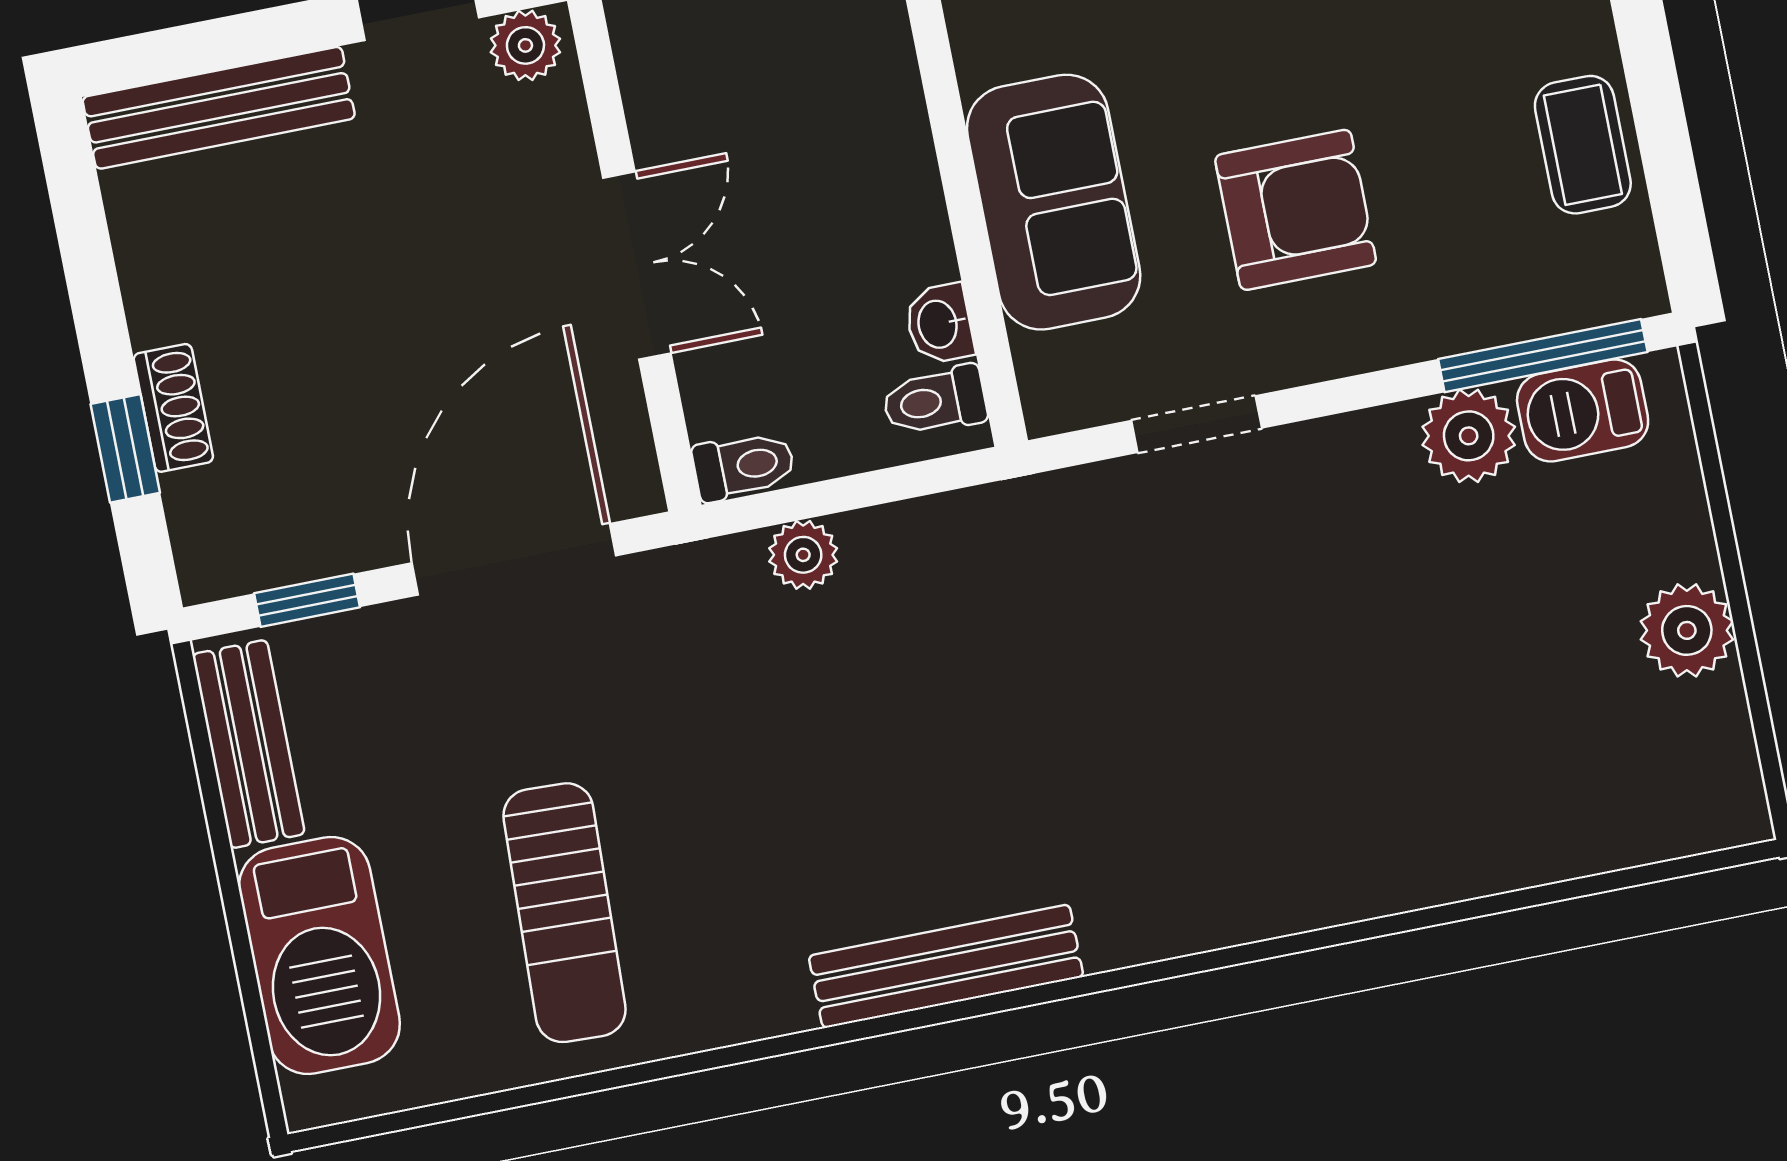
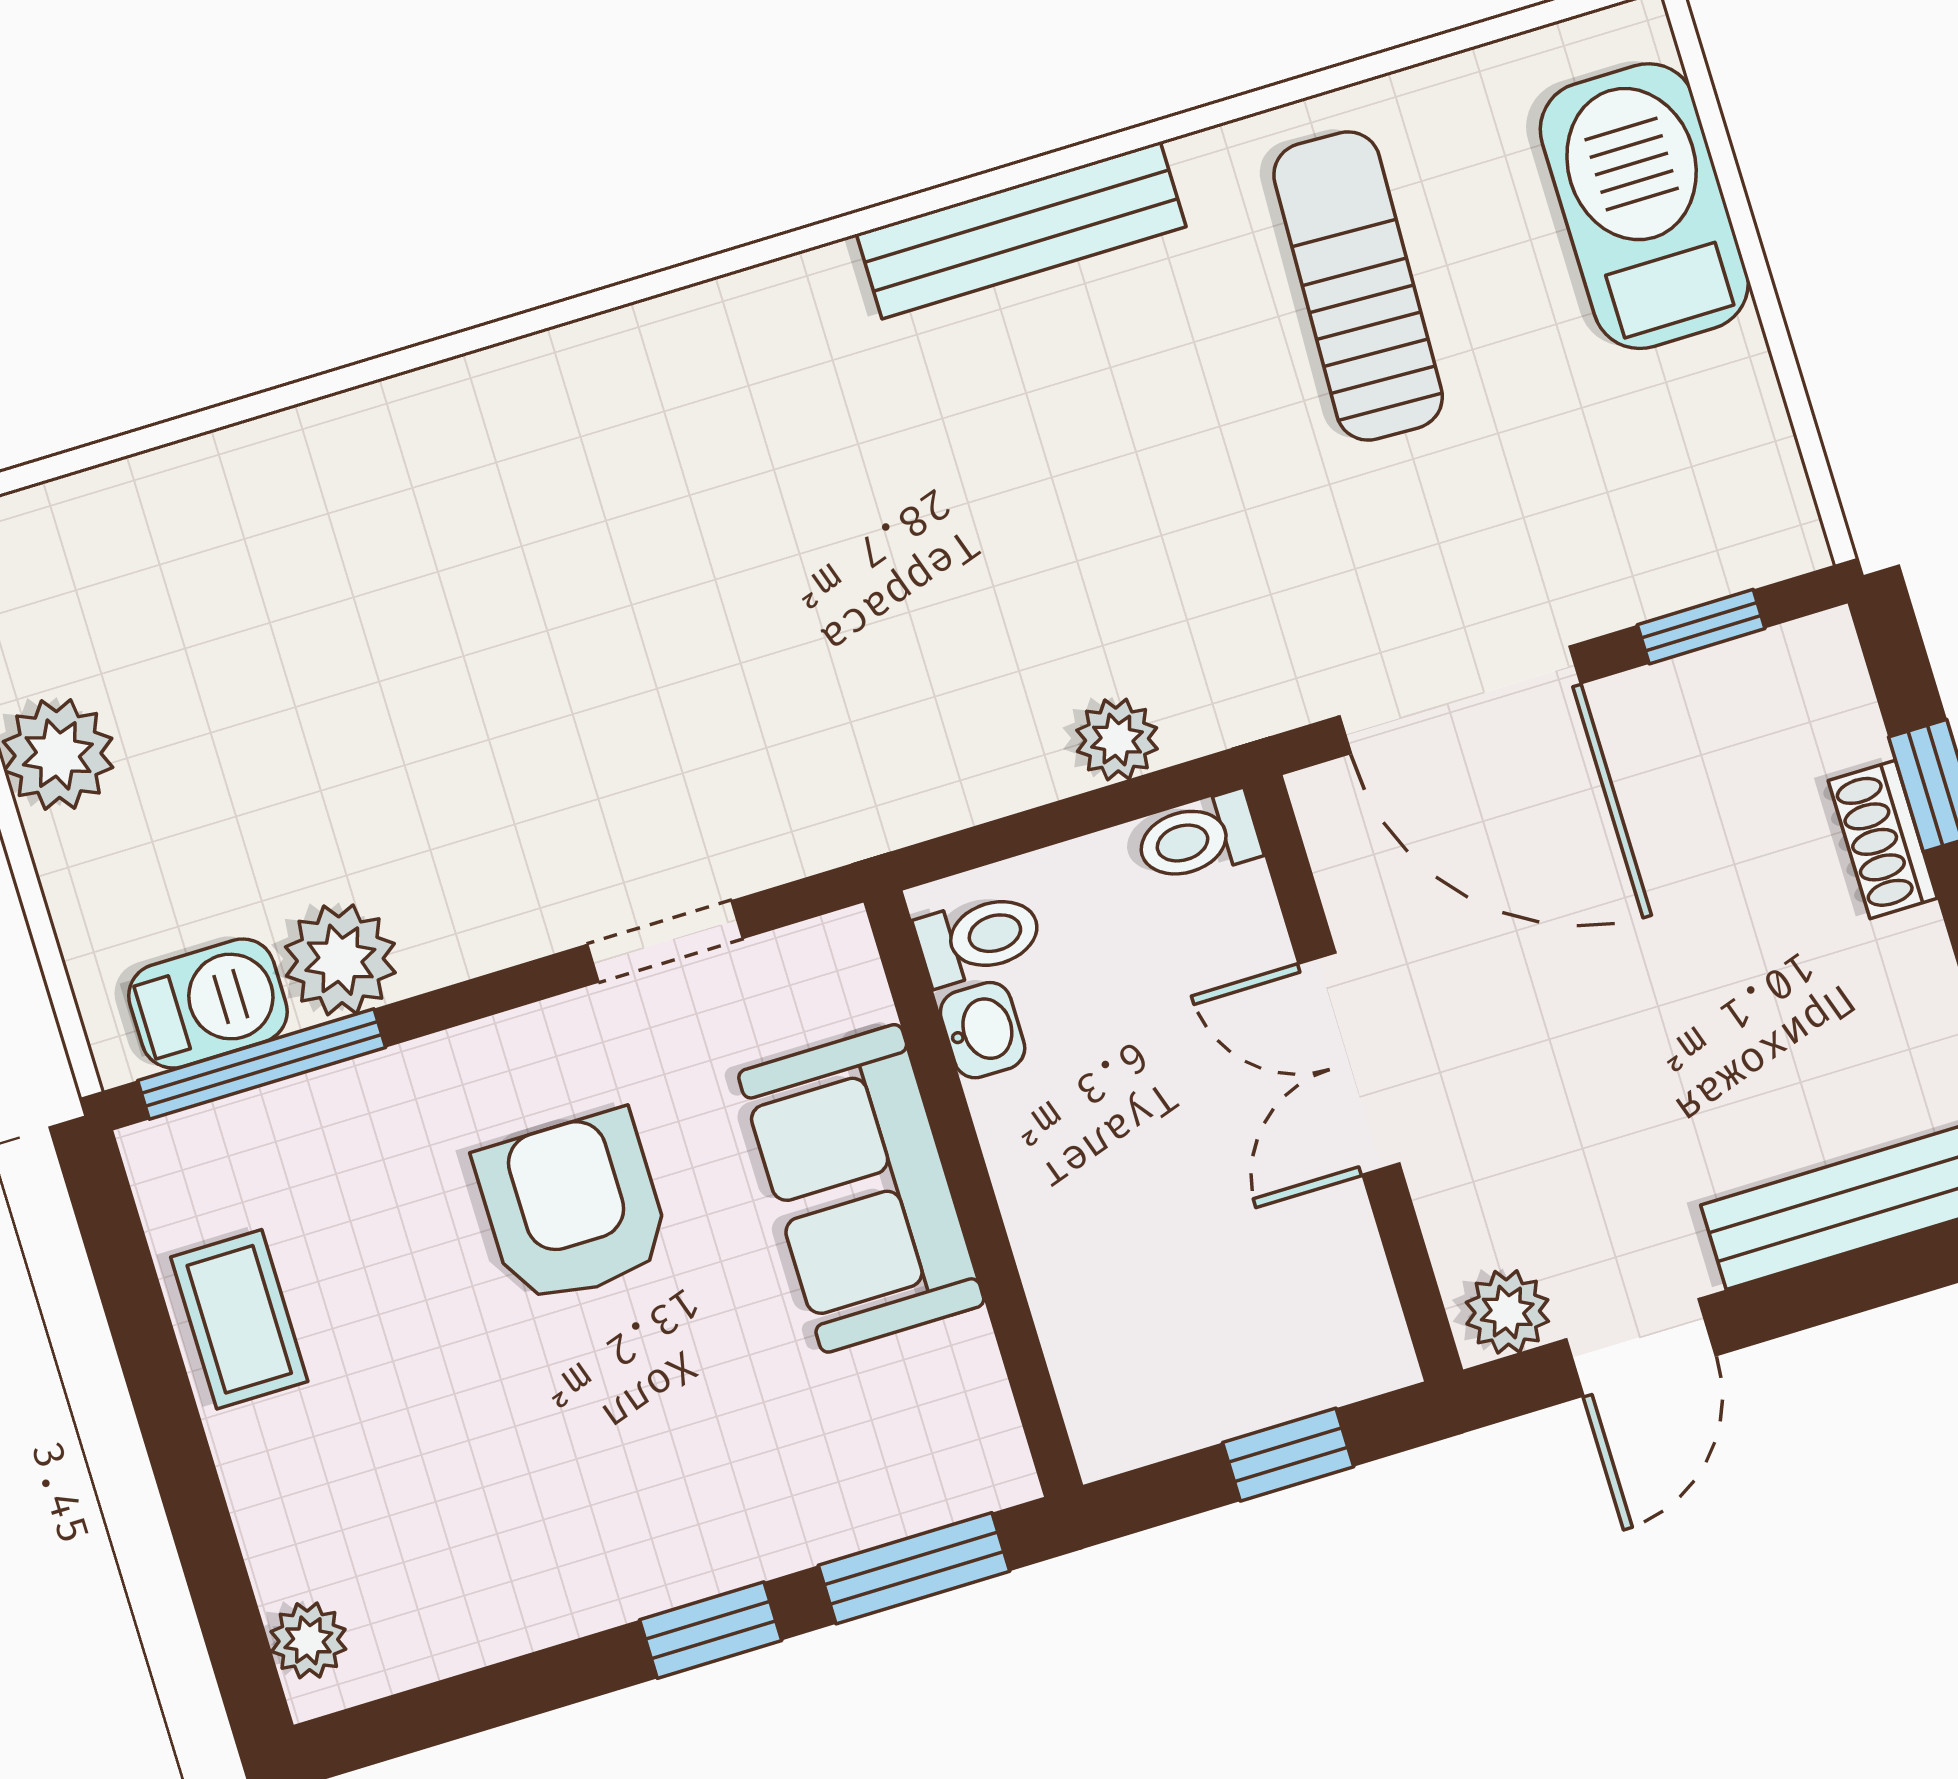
armchair: (1296, 210) -> (573, 1208), turned 90
door: (514, 559) -> (1460, 700), hinge flipped
bench: (249, 744) -> (1753, 449), removed
bench: (946, 966) -> (1021, 230), moved

